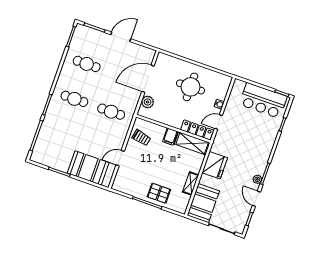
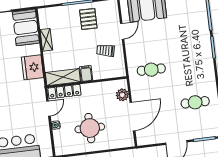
cafe table: (74, 99) -> (191, 65), removed
trolley: (141, 138) -> (106, 51), moved
pallet: (159, 193) -> (88, 19), moved, turned 90

